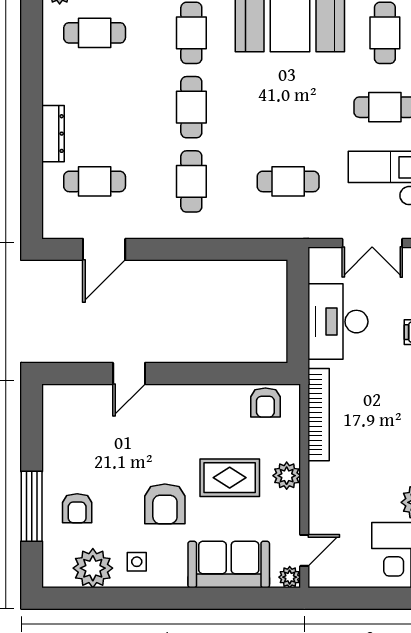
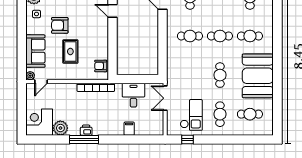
cafe table: (288, 181) -> (220, 75), moved
double door: (372, 243) -> (165, 98), moved
desk: (338, 322) -> (133, 95), width x0.73
plant: (287, 476) -> (71, 75), removed
door: (304, 550) -> (41, 82), hinge flipped

